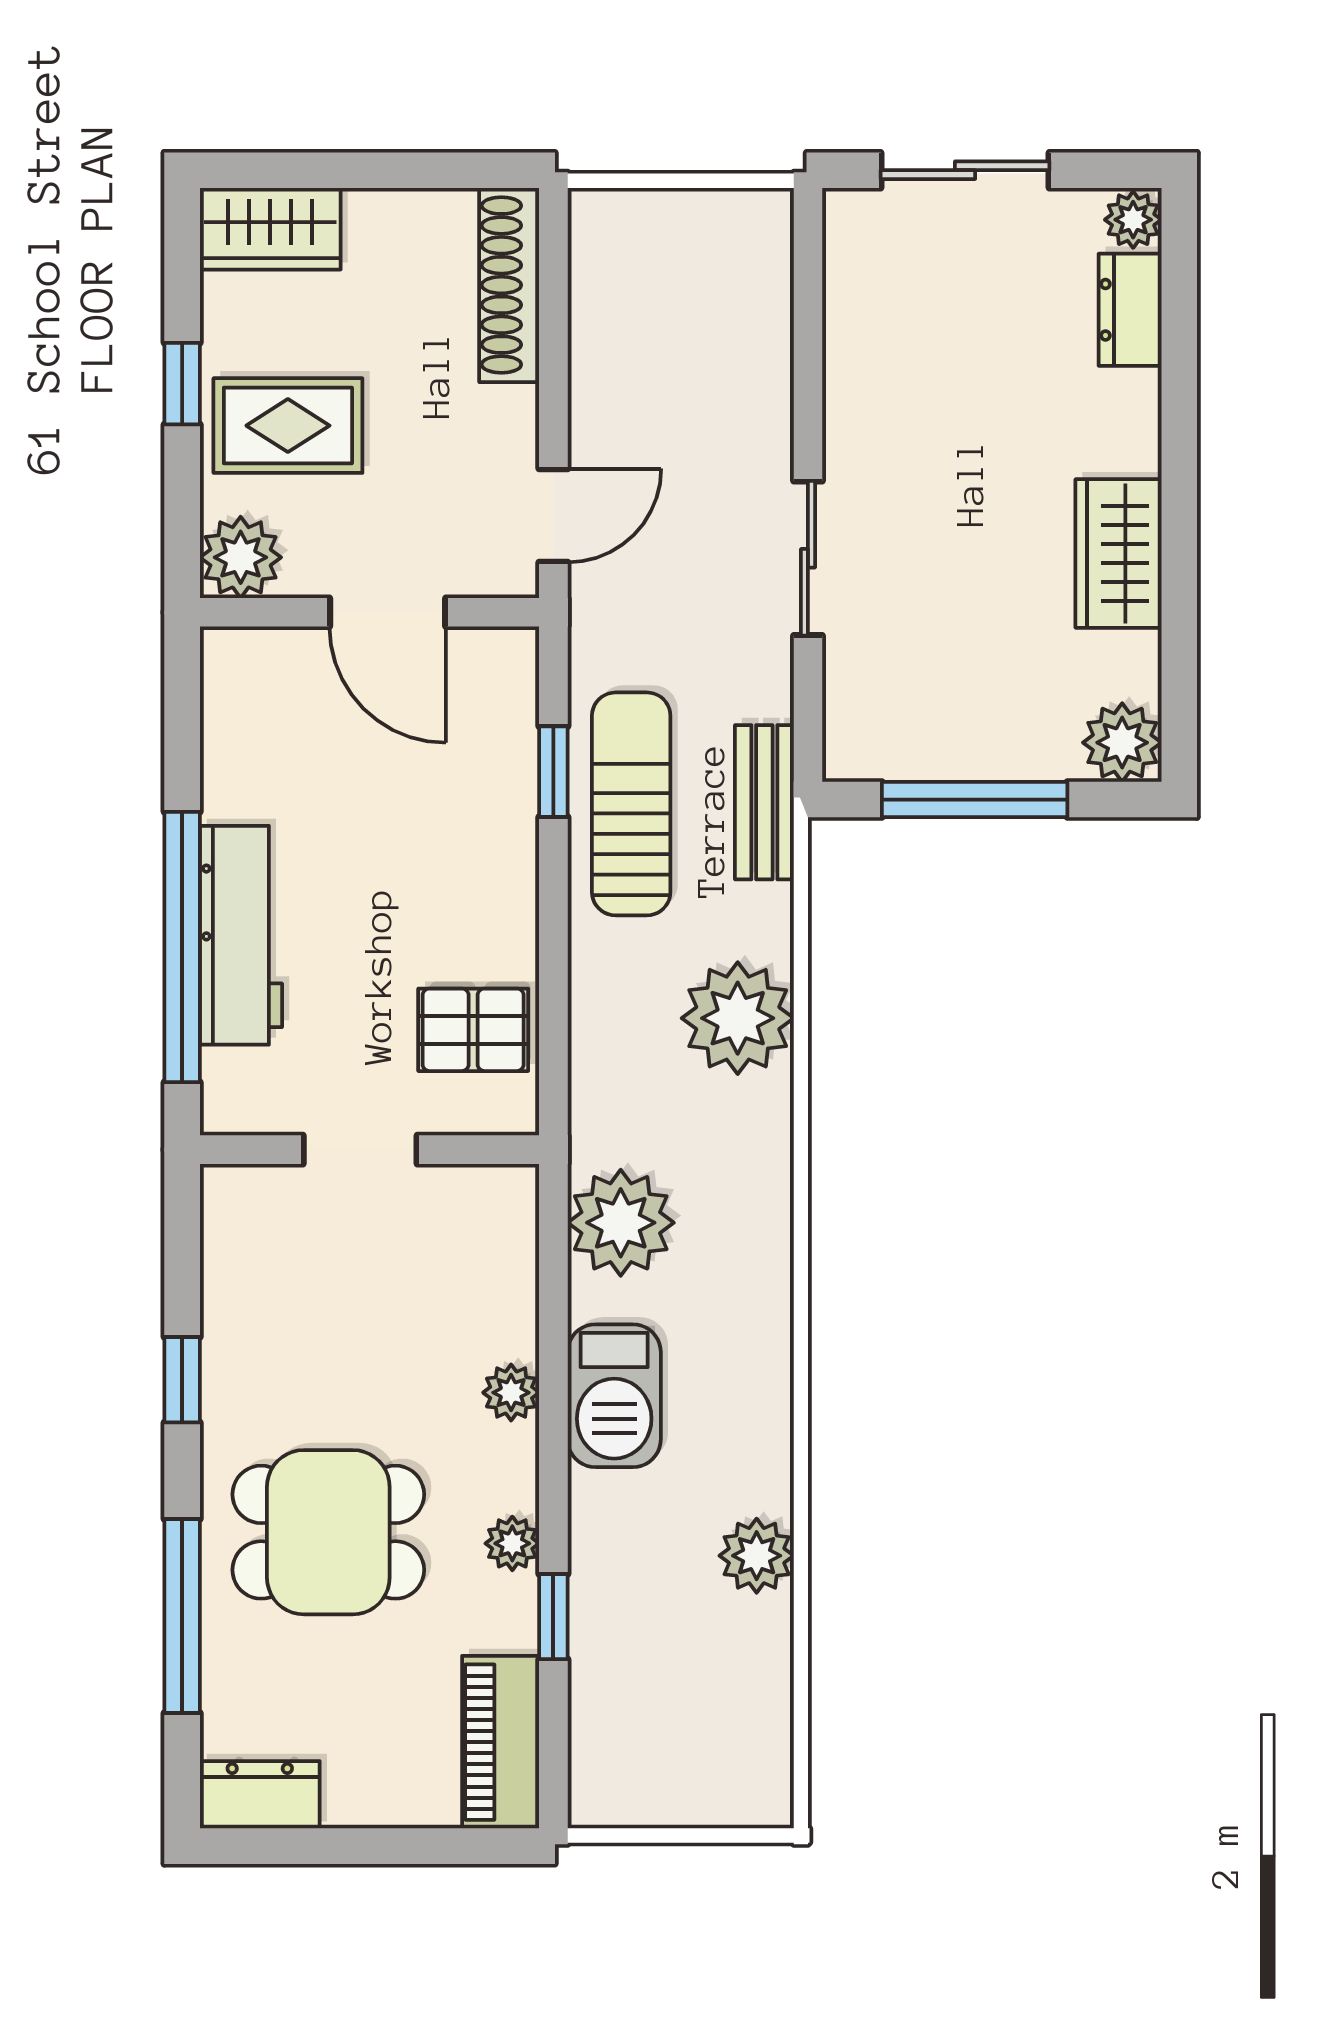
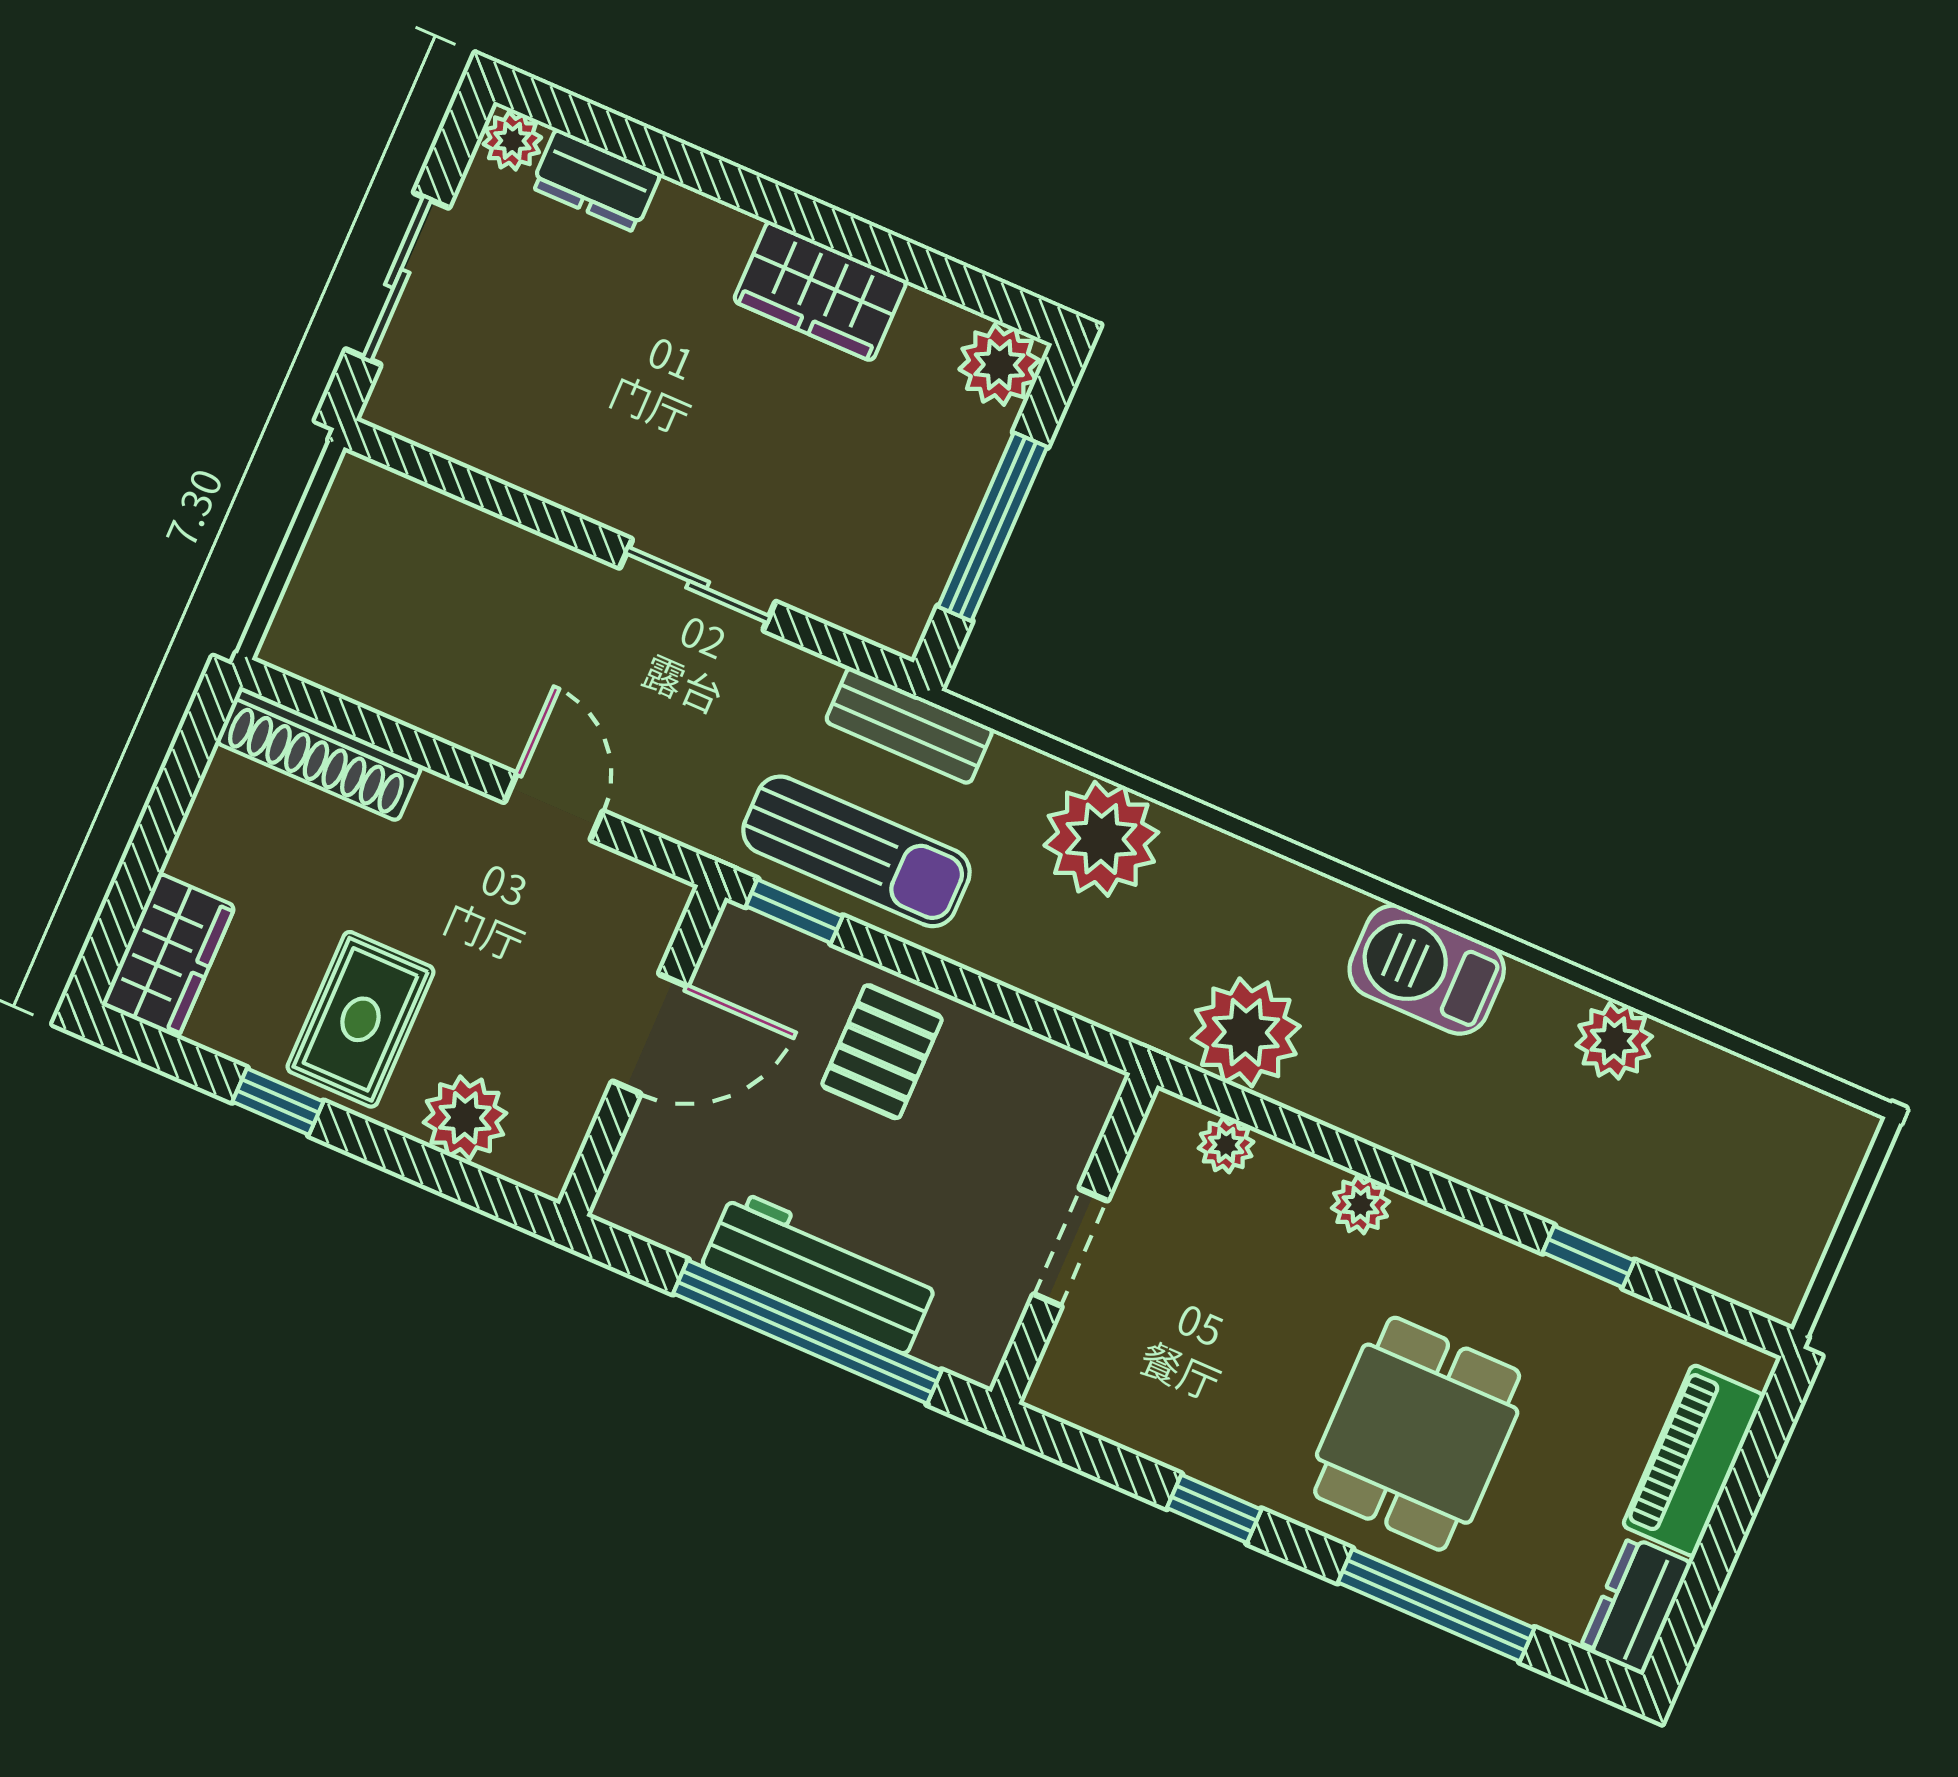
wall: (370, 612) -> (642, 1051), moved
door: (388, 612) -> (650, 1034), moved
sun lounger: (631, 804) -> (856, 851), turned 180
pallet: (473, 1030) -> (882, 1052), moved
barbecue: (614, 1396) -> (1427, 970), moved, turned 180
plant: (512, 1543) -> (1226, 1145), moved
piano: (501, 1742) -> (1693, 1461), moved, turned 90

